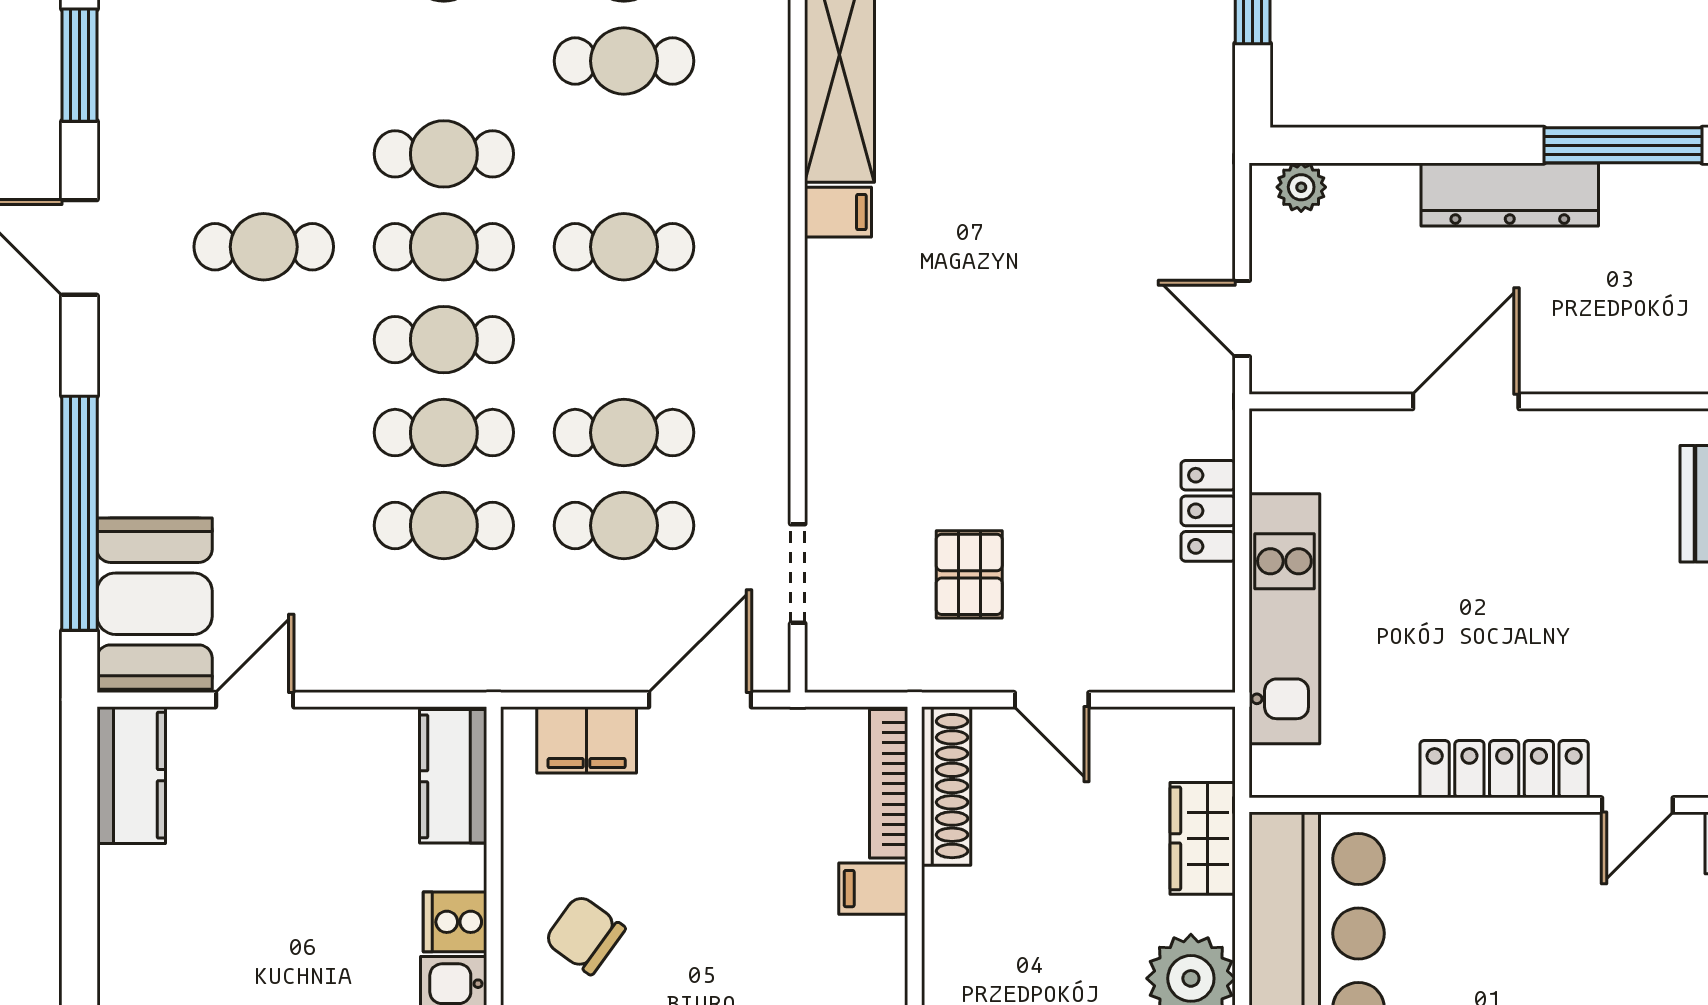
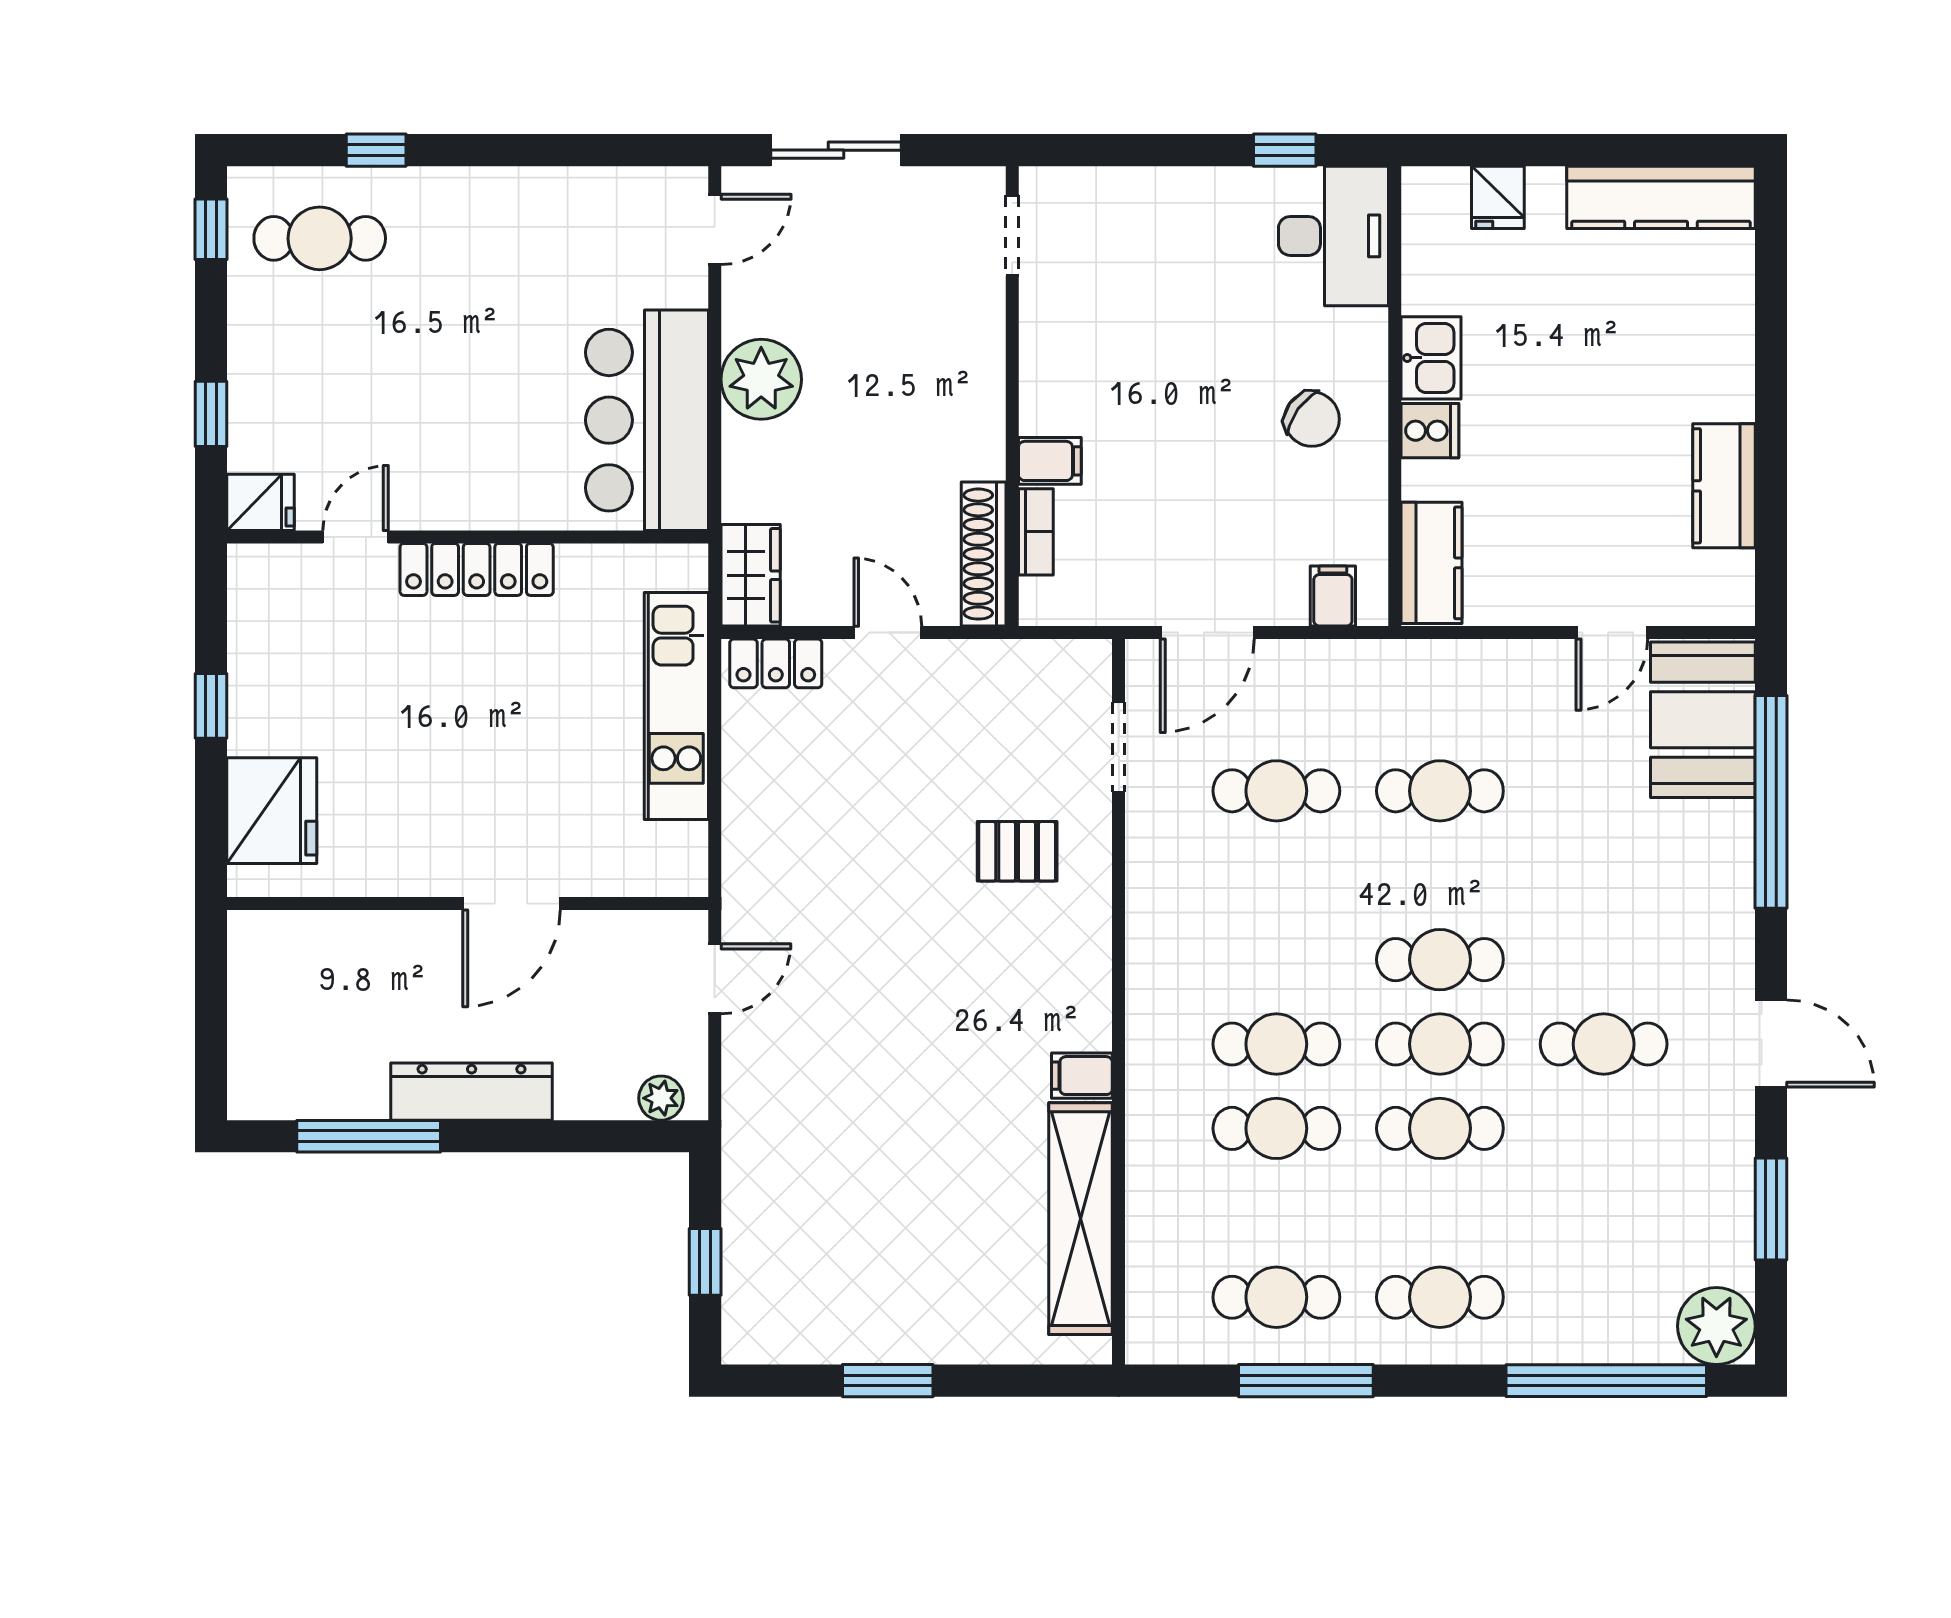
cafe table: (624, 61) -> (1276, 1128), moved
door: (1242, 319) -> (715, 979), hinge flipped
cafe table: (444, 433) -> (1440, 875), removed
cafe table: (624, 433) -> (1276, 875), removed
locker: (1208, 511) -> (776, 663), moved, turned 90
pallet: (969, 574) -> (1017, 851), moved, turned 90
filing cabinet: (587, 740) -> (1333, 596), width x0.50
kitchen counter: (131, 775) -> (1724, 486), moved
bookcase: (889, 784) -> (1036, 532), width x0.64
wardrobe: (1203, 838) -> (751, 575), moved

